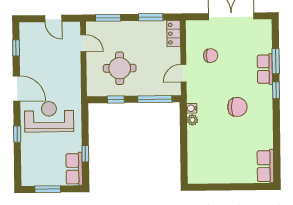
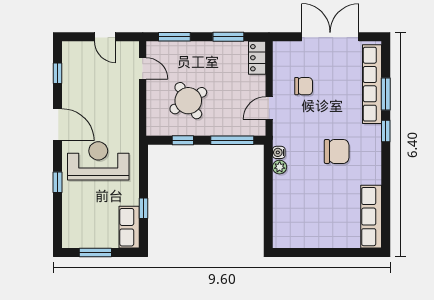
round table: (120, 68) -> (188, 101), turned -32
row of seats: (265, 69) -> (372, 84), width x2.02
row of seats: (265, 166) -> (371, 217), width x1.48

